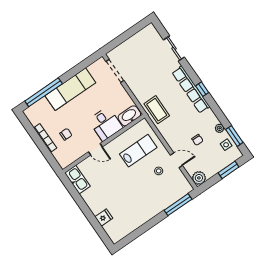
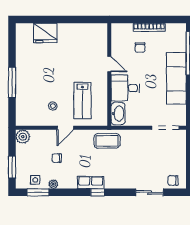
chair: (152, 37) -> (173, 181), added
row of seats: (191, 90) -> (91, 182), width x0.50
door: (95, 149) -> (109, 64), swing flipped
door: (176, 160) -> (65, 128), moved
kitchen sink: (77, 180) -> (94, 30), removed
window: (178, 205) -> (12, 83), moved
fridge: (104, 218) -> (45, 33), width x1.88, depth x1.34

